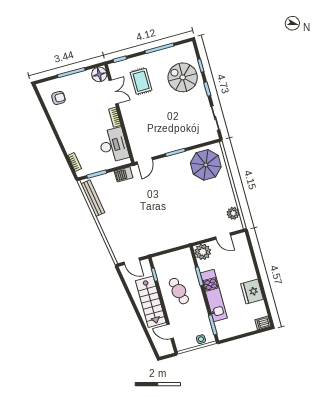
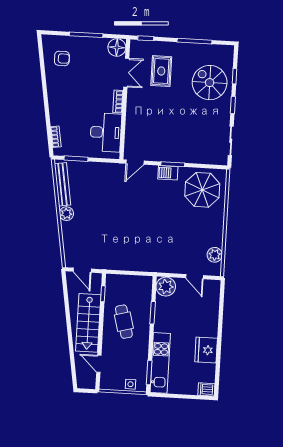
barbecue: (124, 174) -> (168, 173), moved
plant: (104, 220) -> (66, 214), added
kitchen unit: (214, 296) -> (160, 363), moved

